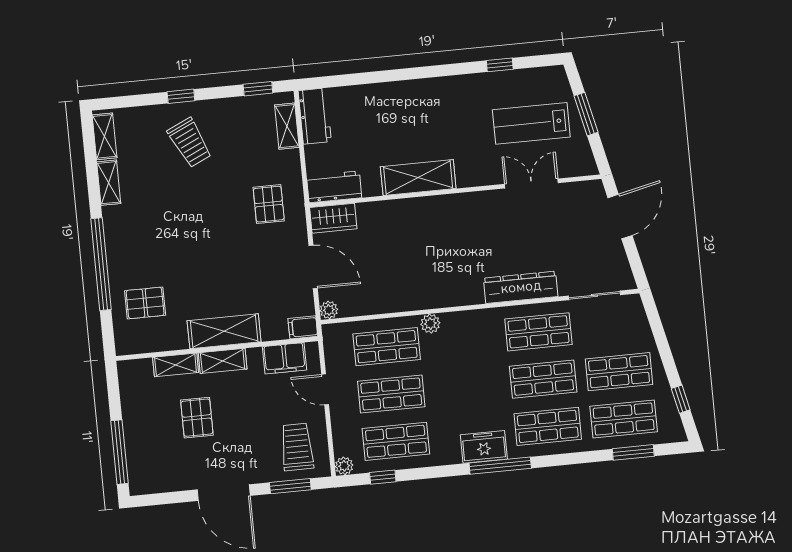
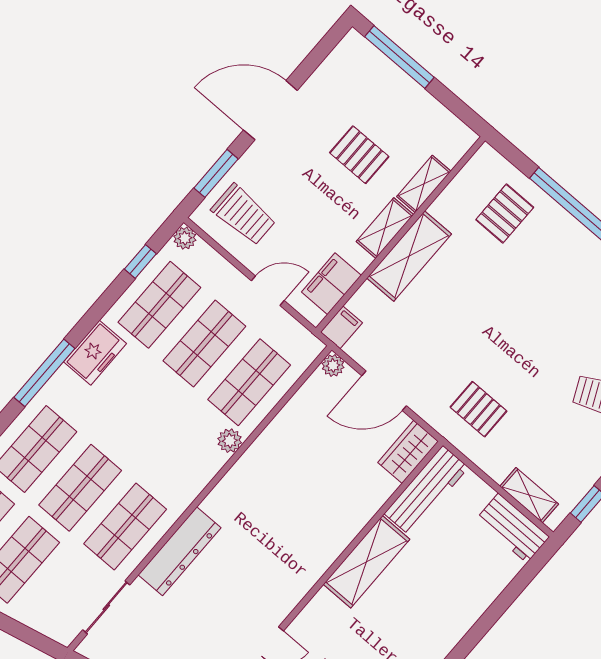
workbench: (334, 187) -> (426, 491), width x1.38
freezer: (484, 447) -> (95, 353), moved

